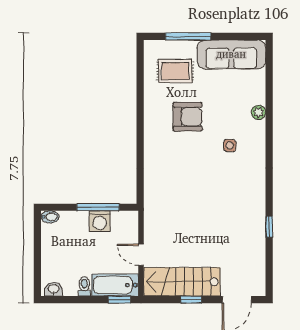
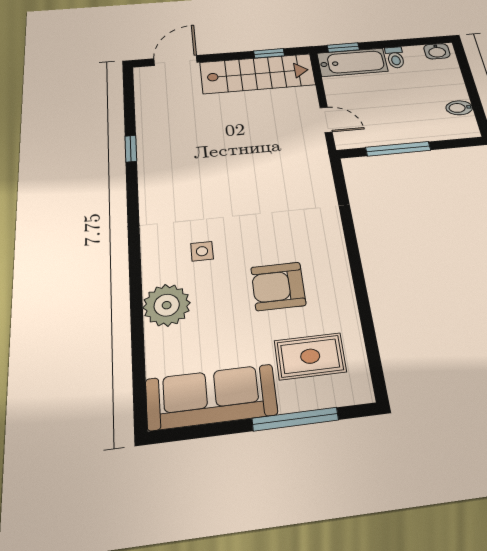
plant: (259, 112) -> (167, 305), width x1.88, depth x1.88
bidet: (50, 217) -> (459, 108), moved
washing machine: (100, 221) -> (392, 132), removed
door: (141, 255) -> (326, 120), moved
window: (191, 300) -> (269, 53), moved

